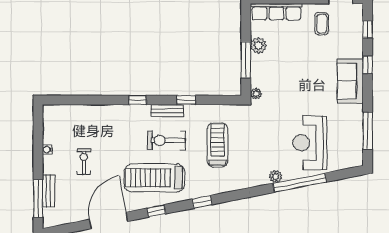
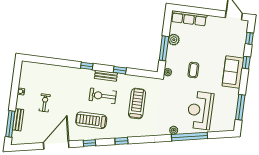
coffee table: (322, 24) -> (193, 70), moved
treadmill: (154, 178) -> (91, 120), width x0.73, depth x0.73

